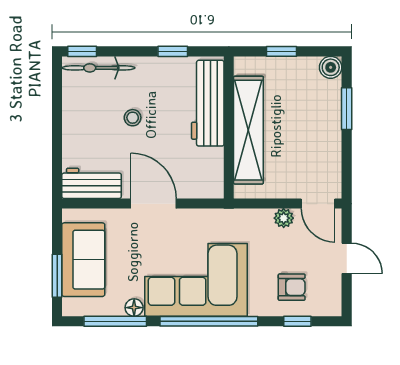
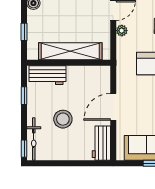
workbench: (208, 103) -> (47, 75), width x0.73
stool: (133, 118) -> (63, 119), width x1.89, depth x1.89

